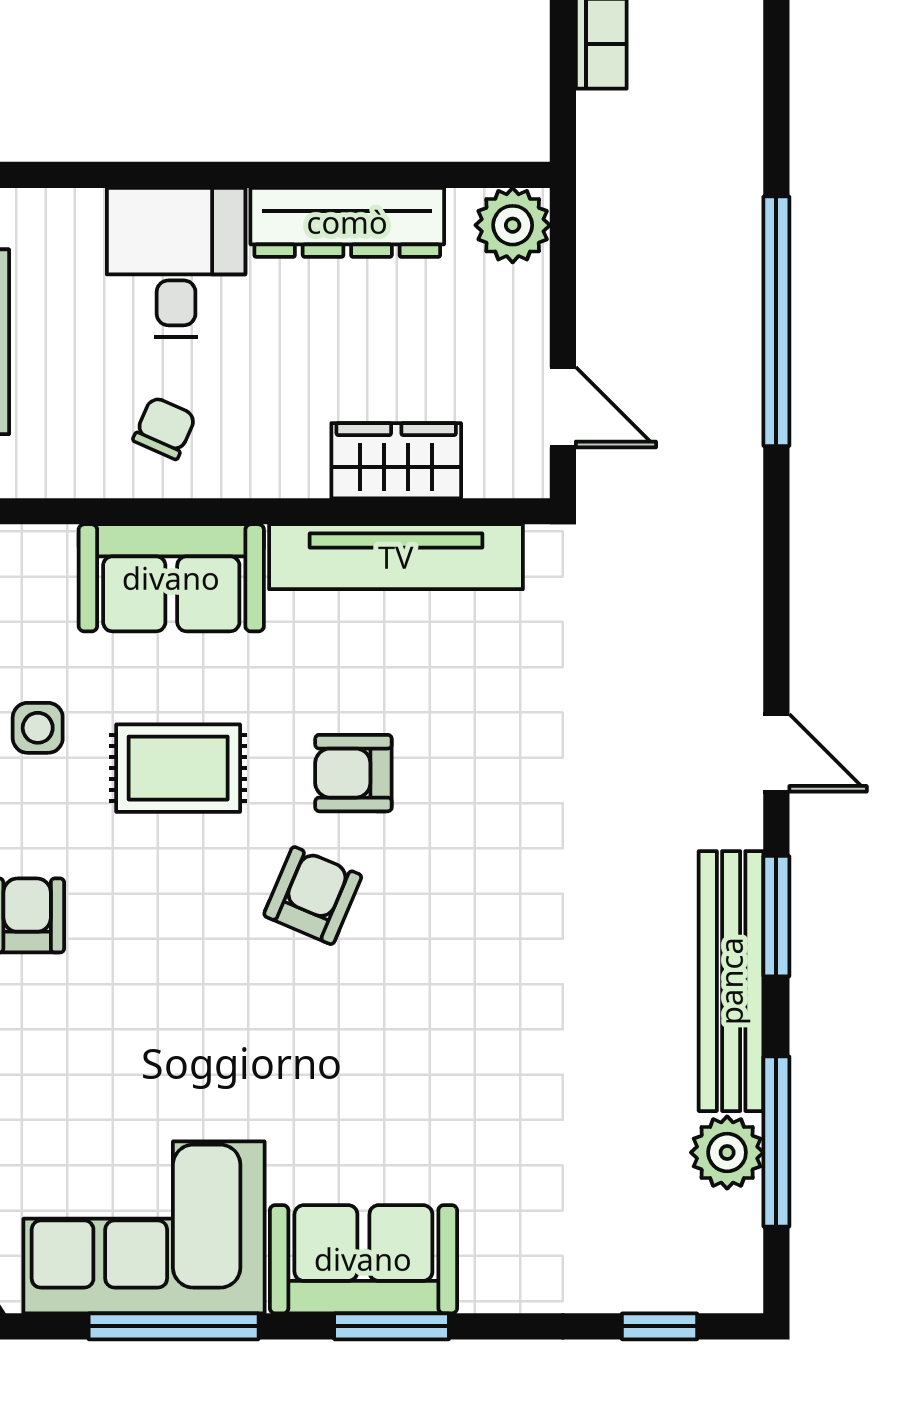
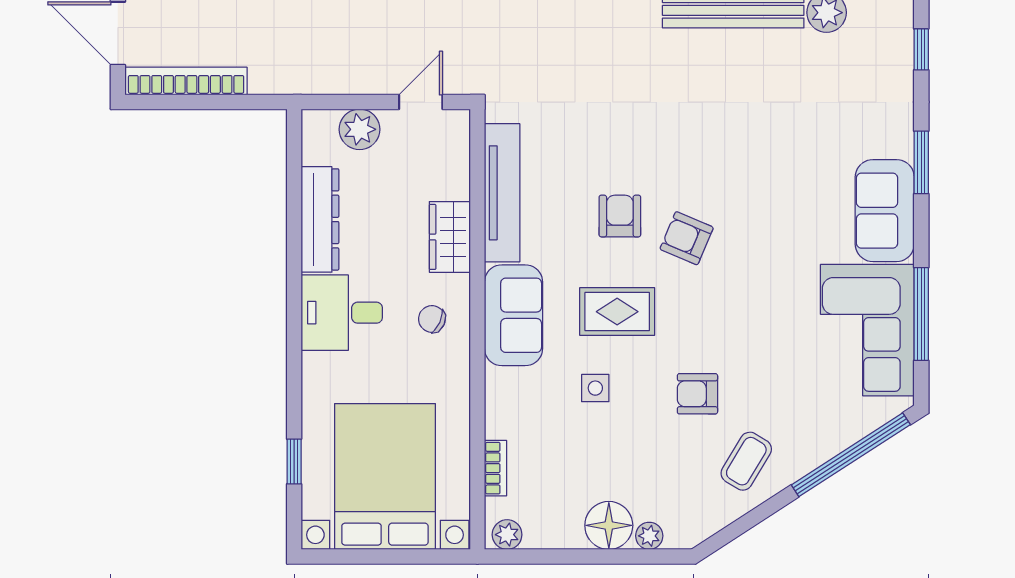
plant: (513, 225) -> (360, 129), moved
wardrobe: (396, 461) -> (450, 237), moved
rug: (178, 768) -> (617, 312), turned 90
armchair: (353, 773) -> (620, 216), turned 180
window: (392, 1326) -> (921, 162), moved

